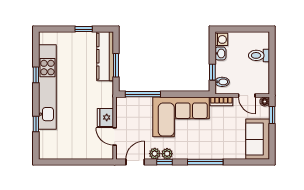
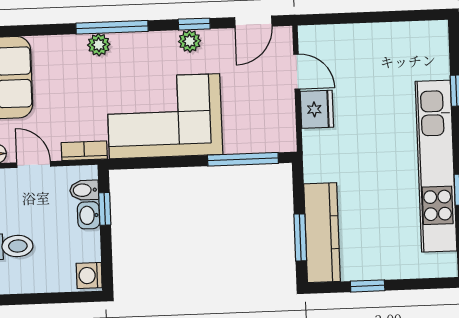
washbasin: (220, 53) -> (89, 215), moved
window: (116, 65) -> (300, 237), moved
plant: (155, 154) -> (99, 45), moved

